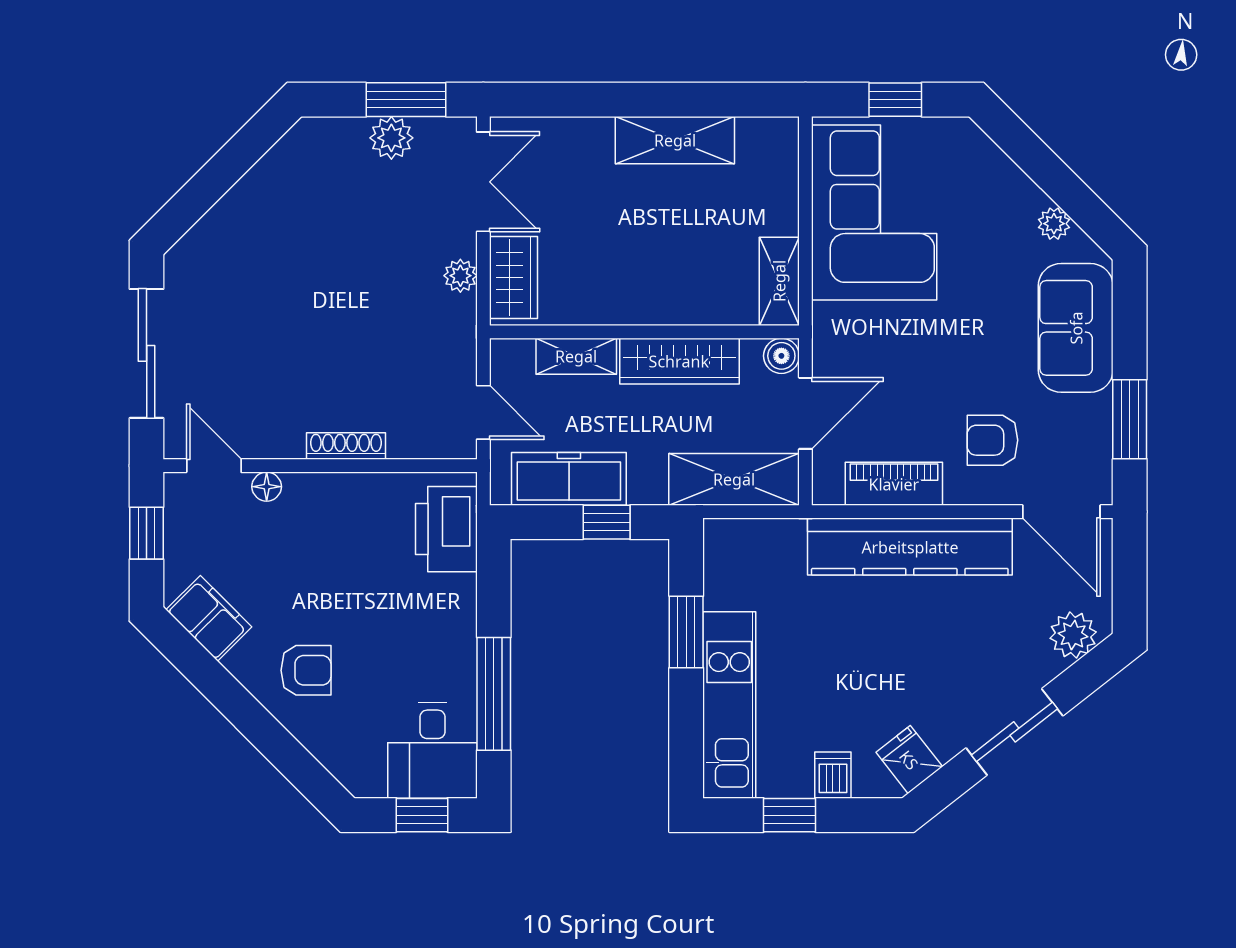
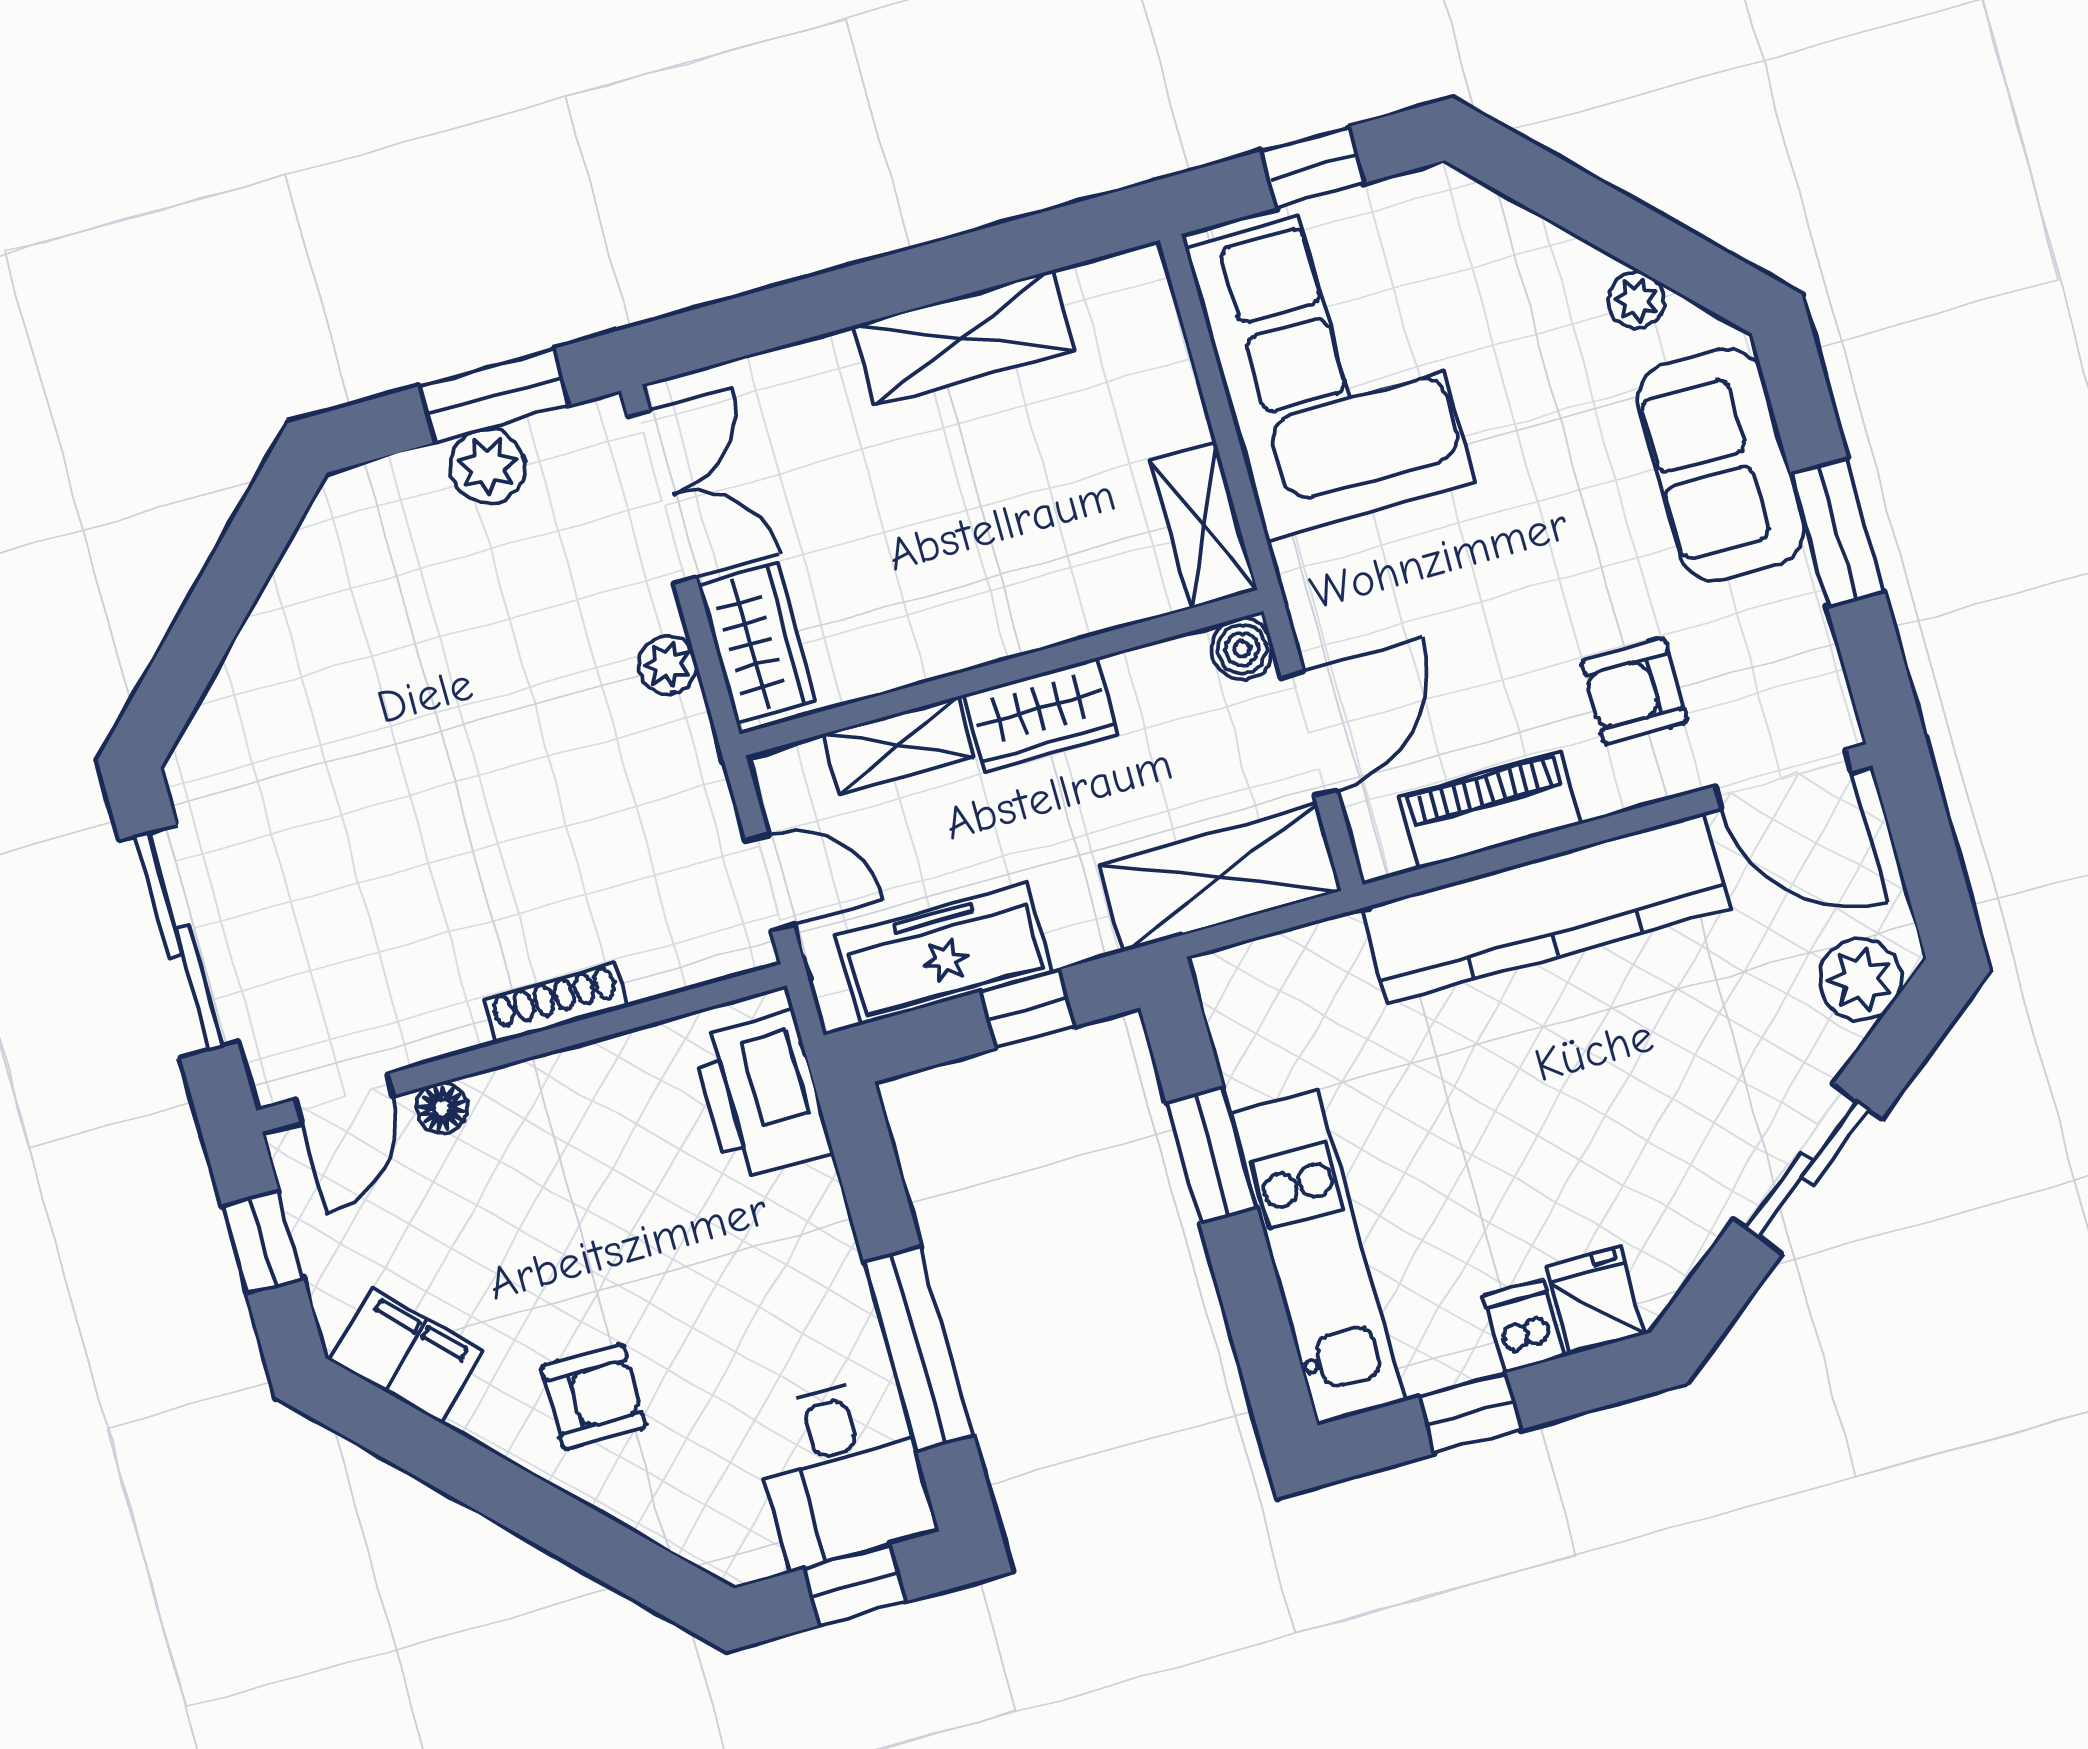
wardrobe: (679, 361) -> (1041, 715), width x0.67
window: (1130, 419) -> (1838, 533), moved
door: (214, 466) -> (344, 1098), swing flipped
fridge: (909, 760) -> (1595, 1301), moved, turned 38

